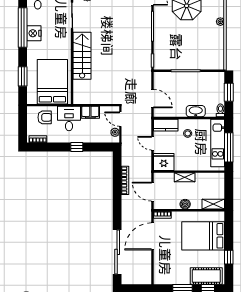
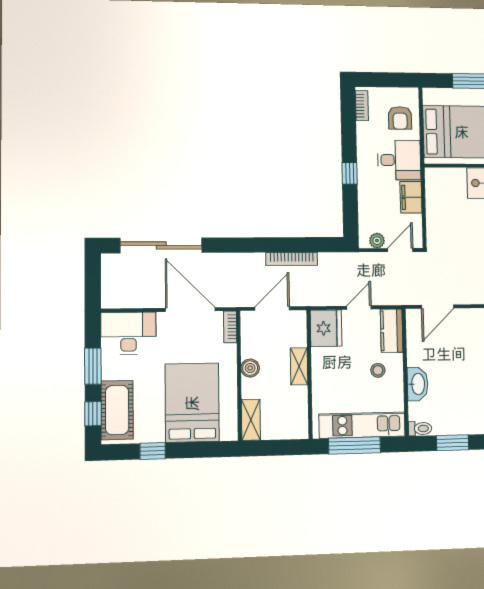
desk: (165, 270) -> (128, 333), added

